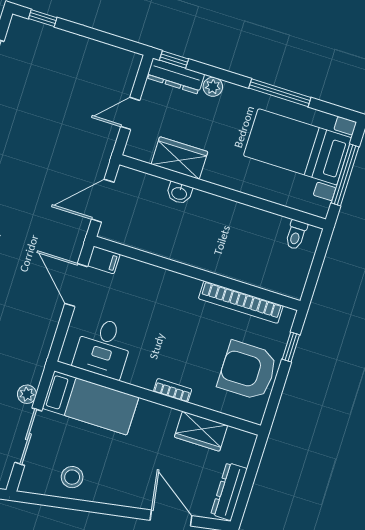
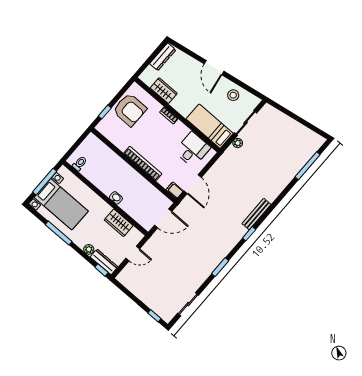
washbasin: (179, 193) -> (116, 198), moved
bookcase: (241, 302) -> (143, 163), moved
door: (171, 518) -> (214, 68), moved

